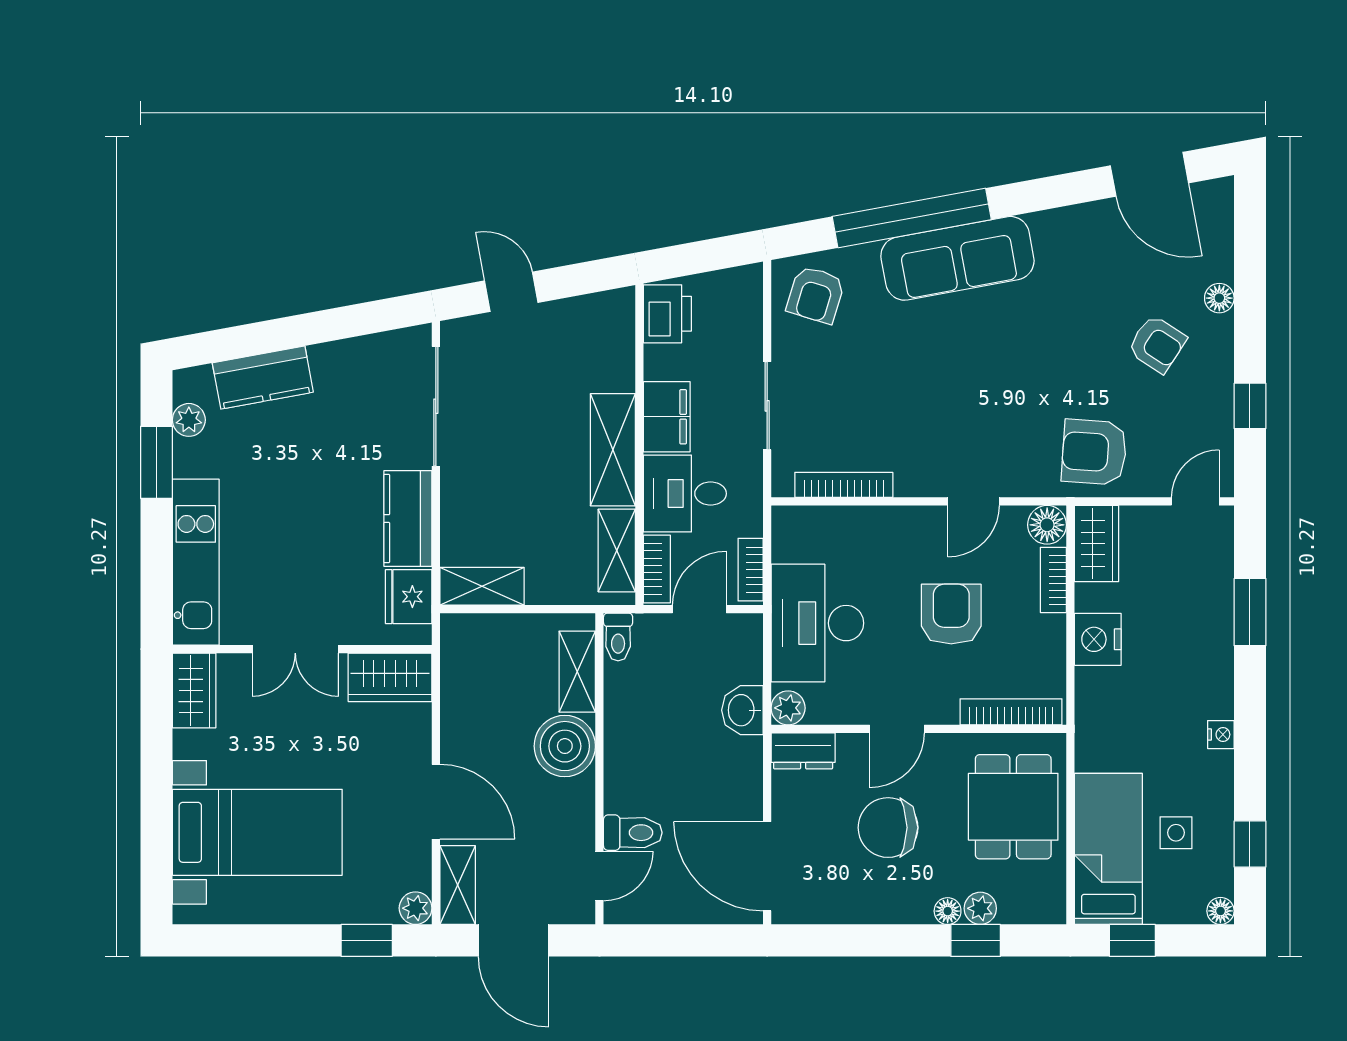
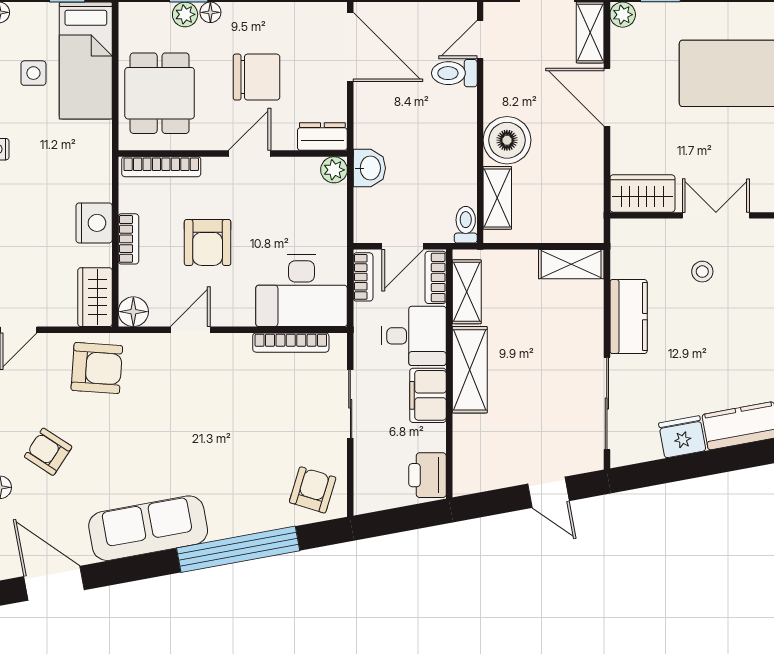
sofa: (957, 258) -> (148, 528), moved
stool: (313, 577) -> (702, 272), added
bookcase: (1053, 580) -> (128, 239), moved
fridge: (409, 597) -> (682, 437), moved, turned -100
desk: (817, 623) -> (302, 291), moved, turned 90

